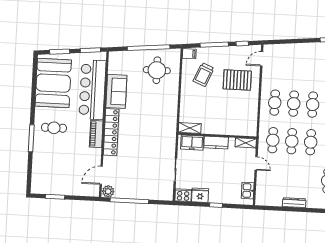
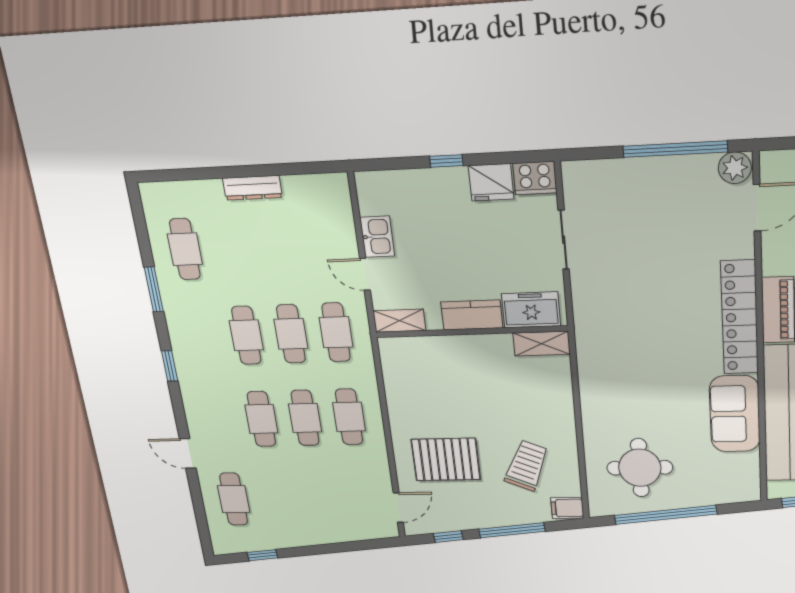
kitchen sink: (248, 191) -> (377, 237), moved

